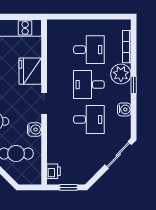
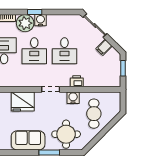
water cooler: (124, 109) -> (40, 20), moved
desk: (89, 119) -> (64, 51), turned 180
filing cabinet: (93, 165) -> (104, 47), added
printer: (54, 171) -> (77, 81), moved

